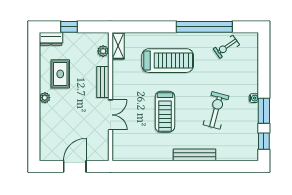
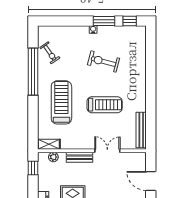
window: (69, 27) -> (33, 168), moved
bench: (195, 155) -> (141, 130), moved

